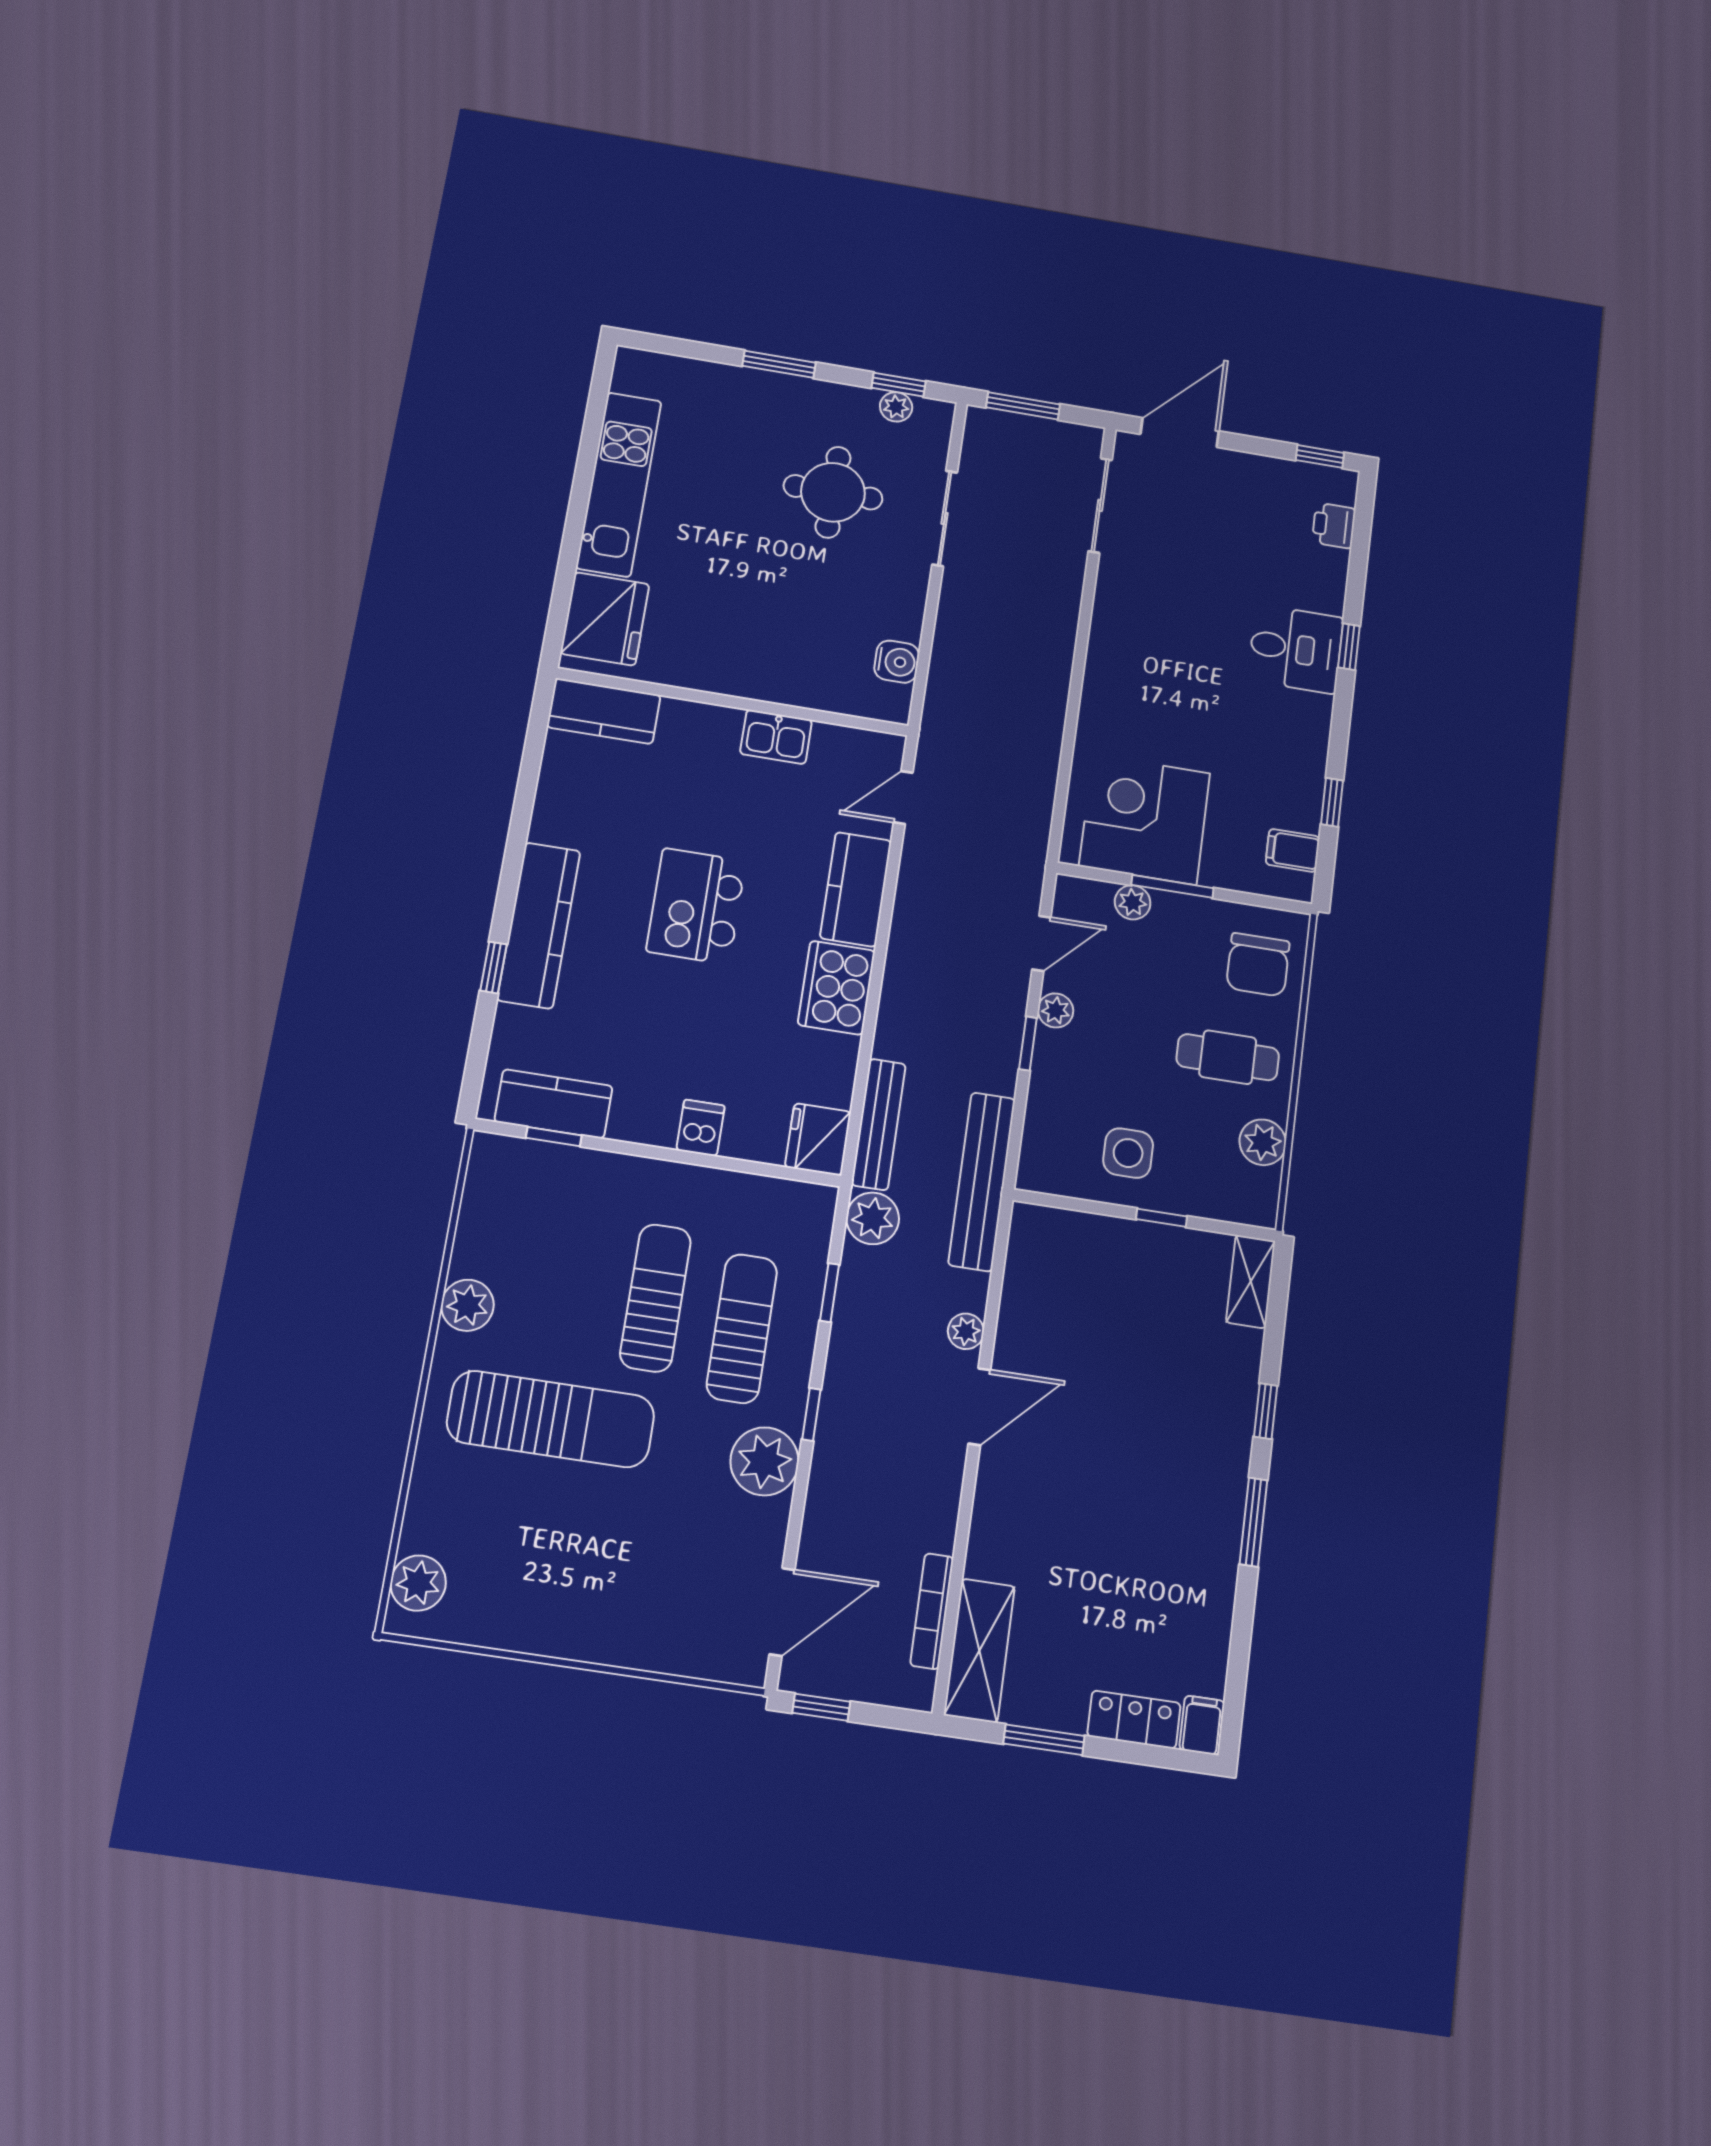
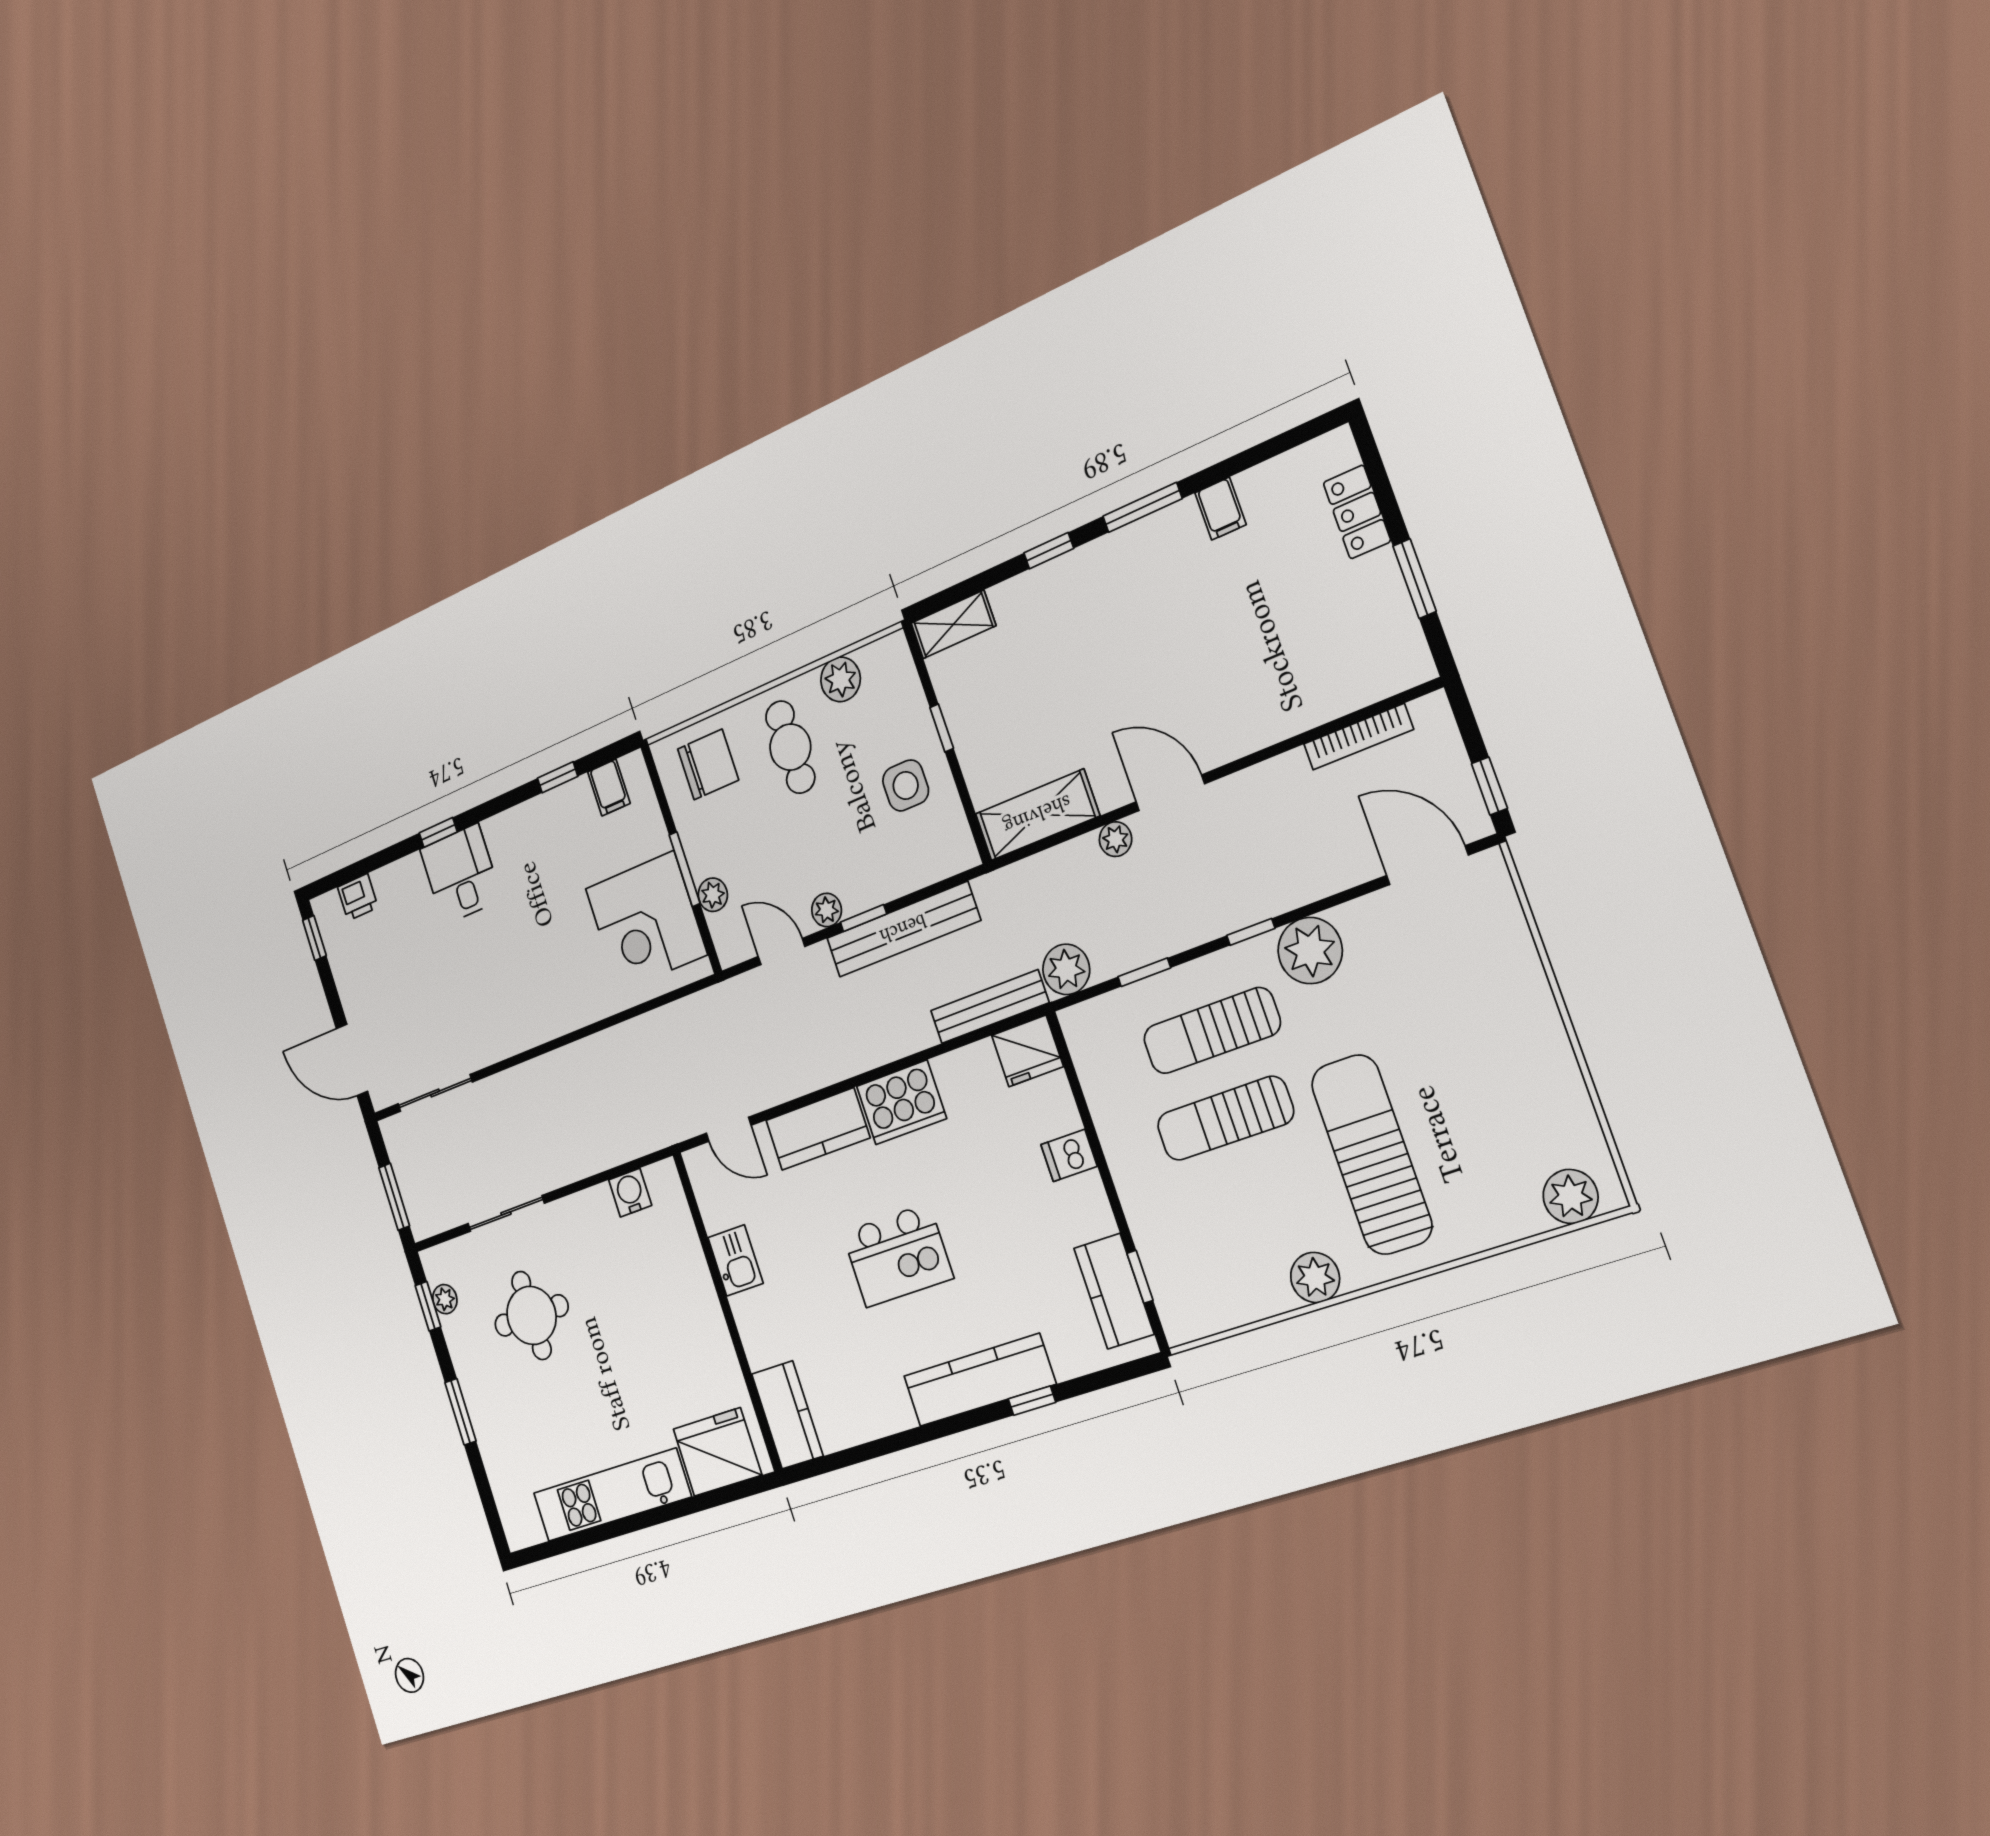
bench: (982, 1181) -> (903, 929), moved
shelving: (979, 1650) -> (1037, 815), moved
filing cabinet: (1202, 1725) -> (1221, 509), moved, turned -90

